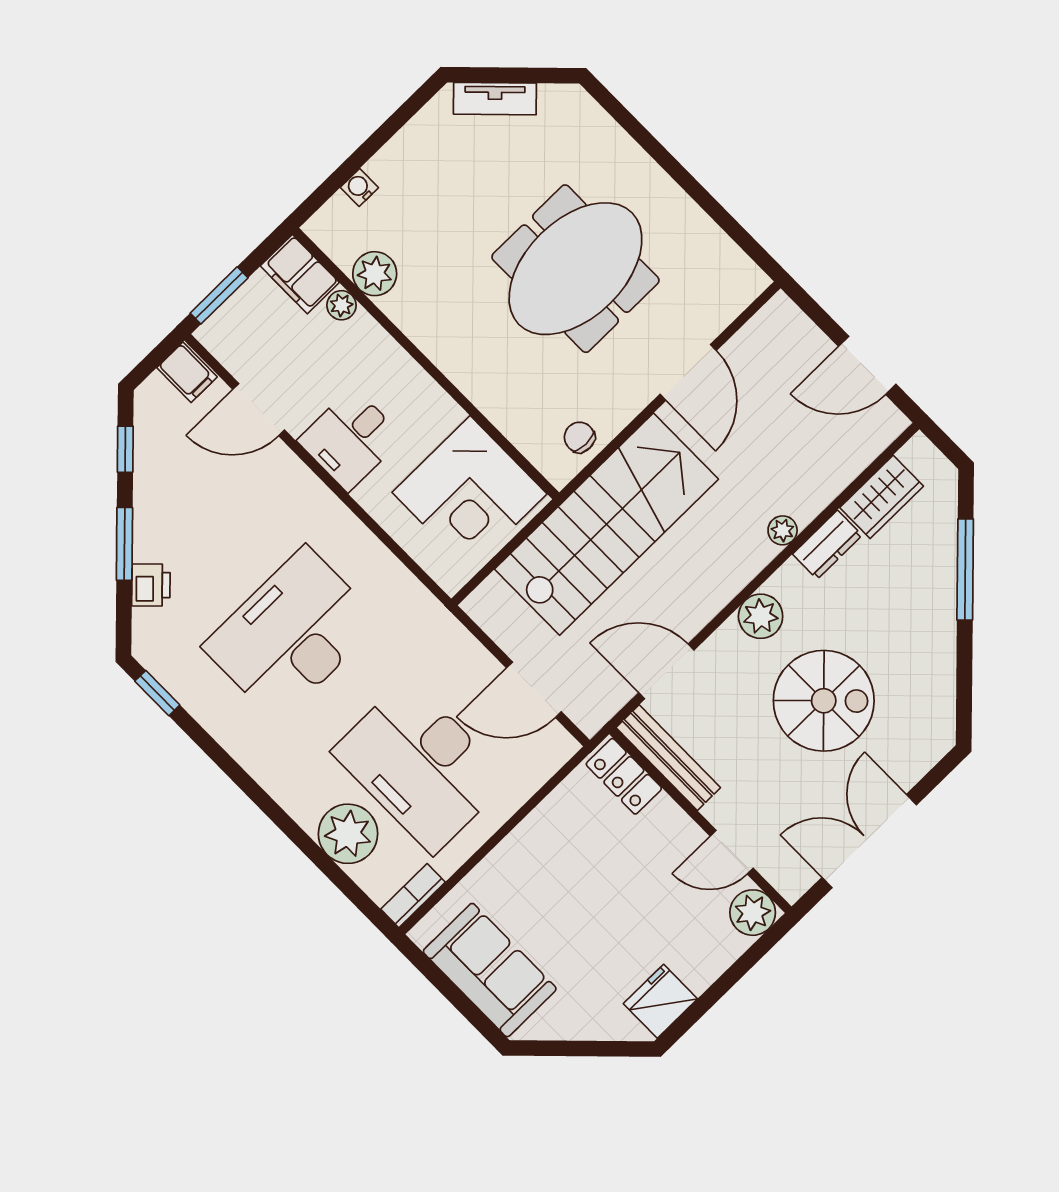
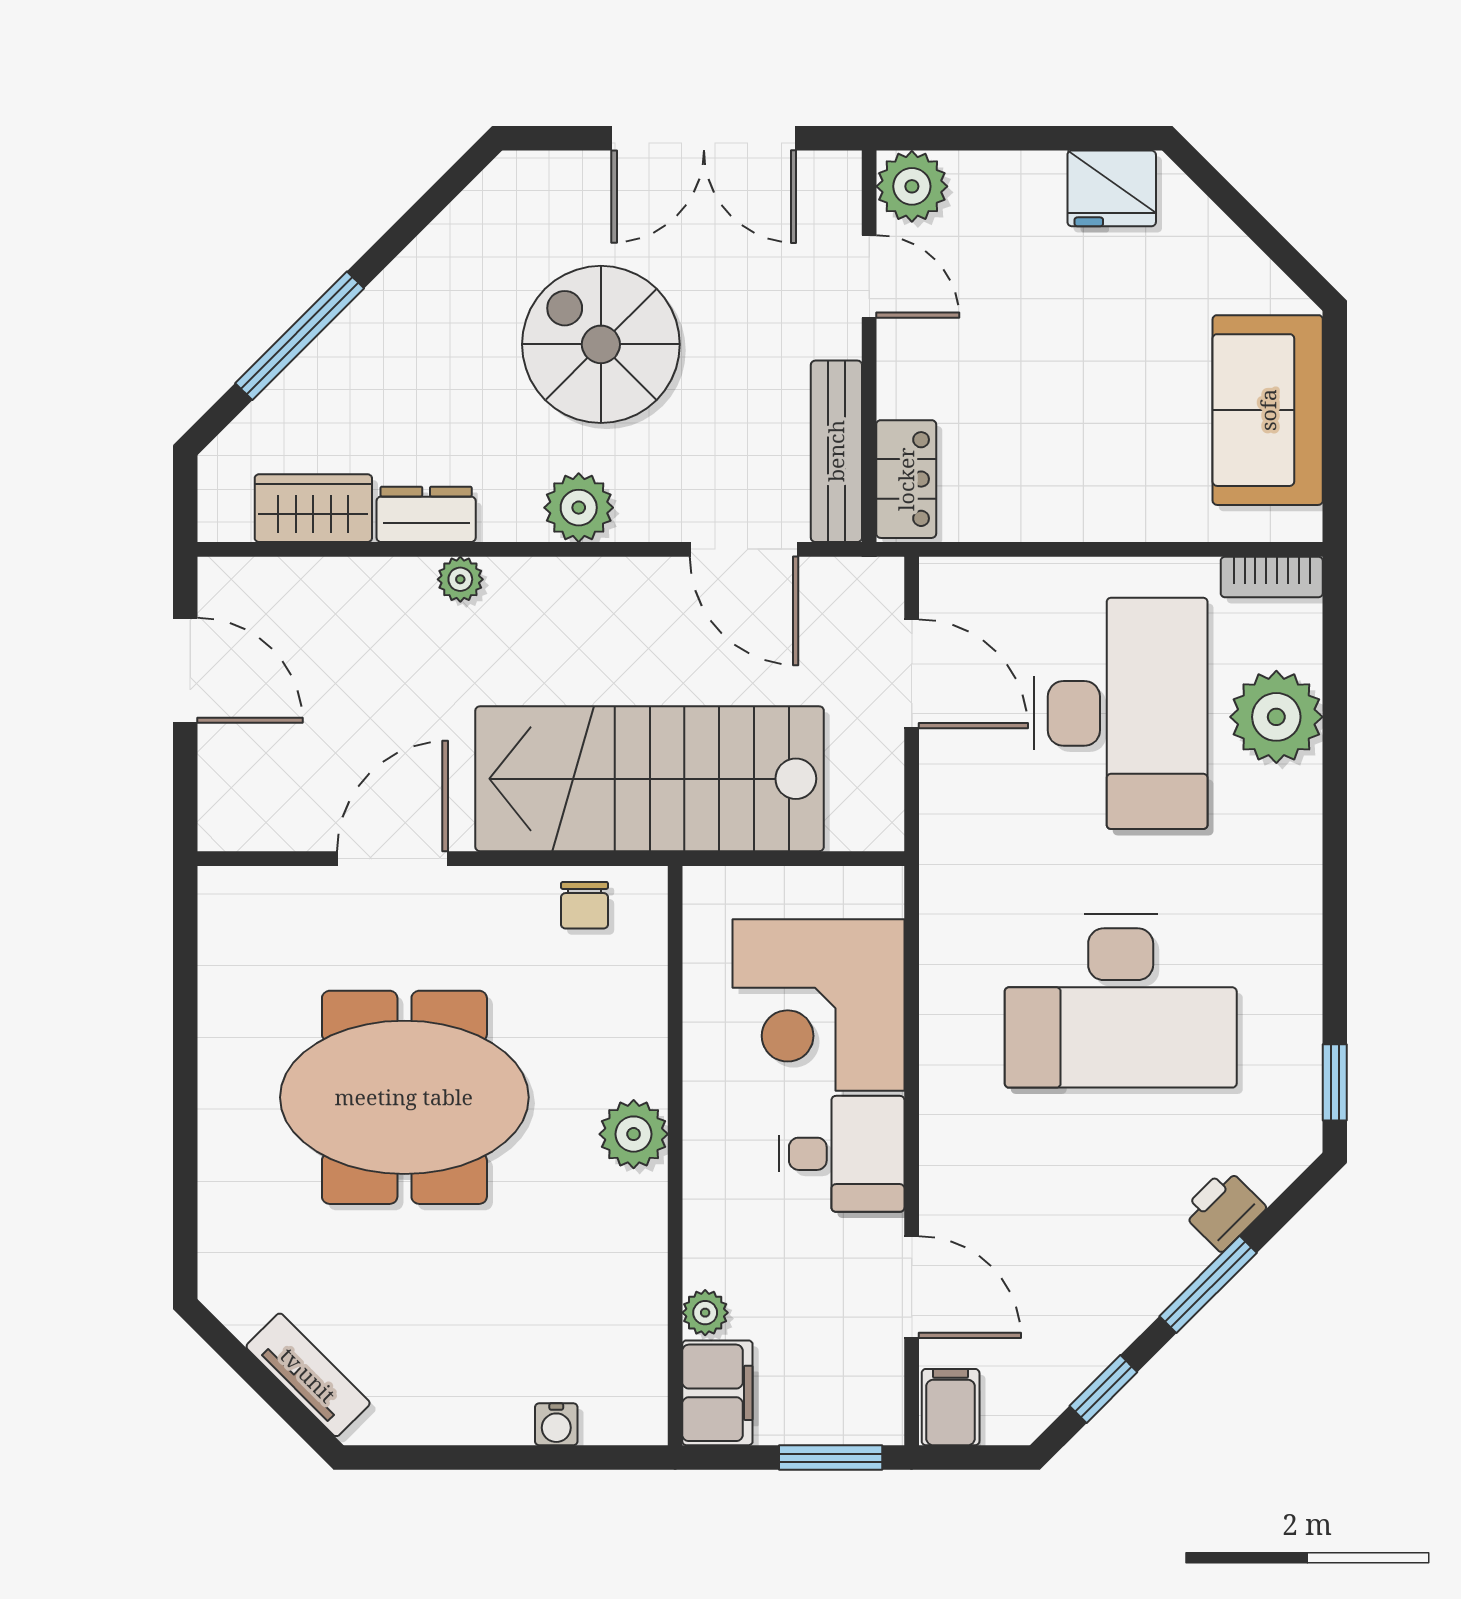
plant: (375, 274) -> (634, 1134), moved
corner desk: (469, 493) -> (818, 1005), moved, turned 180

